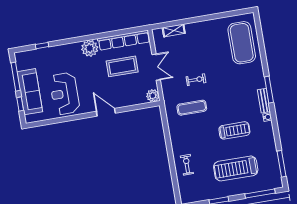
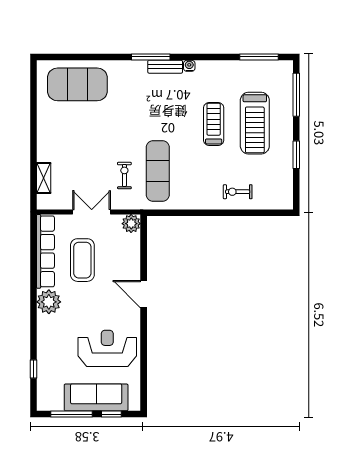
exercise bike: (196, 80) -> (124, 176), moved
reception desk: (65, 94) -> (107, 348), turned 180
exercise mat: (192, 108) -> (158, 171), width x1.36, depth x1.45
door: (106, 112) -> (144, 294), hinge flipped
treadmill: (234, 130) -> (214, 124), moved

